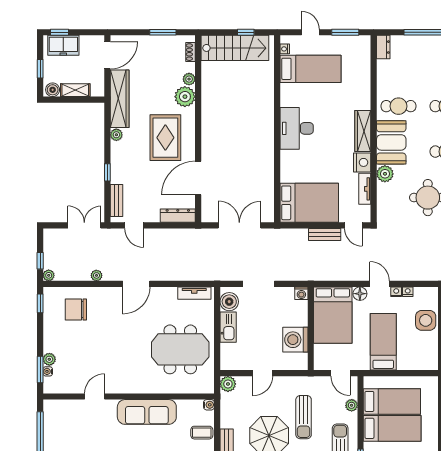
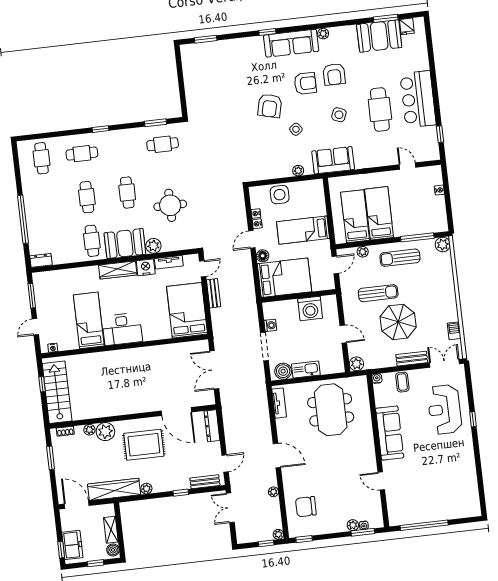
bed: (310, 69) -> (89, 320), moved
washing machine: (301, 293) -> (270, 325), moved
chair: (76, 309) -> (306, 507), turned 90

